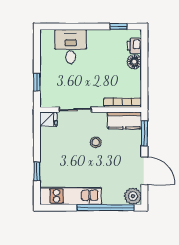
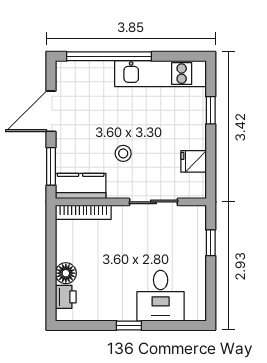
window: (119, 27) -> (129, 326), moved
fridge: (48, 119) -> (194, 161), moved
door: (144, 171) -> (51, 111), hinge flipped
plant: (133, 196) -> (68, 73), removed

